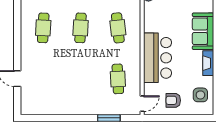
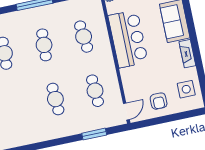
bar counter: (158, 58) -> (128, 39), moved
cafe table: (81, 79) -> (55, 99), added
armchair: (173, 100) -> (159, 101), turned -90

